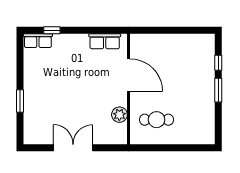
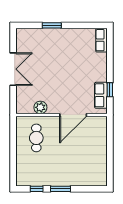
window: (52, 30) -> (110, 90), moved
window: (218, 63) -> (37, 189), moved

